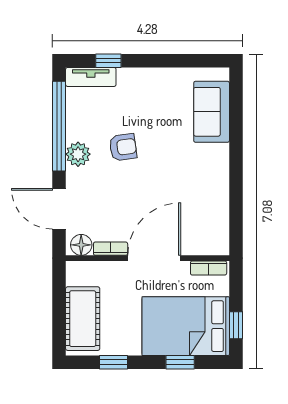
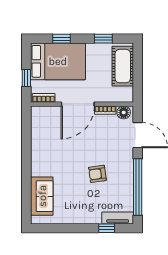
plant: (78, 154) -> (126, 169), removed
window: (236, 325) -> (26, 78), moved

